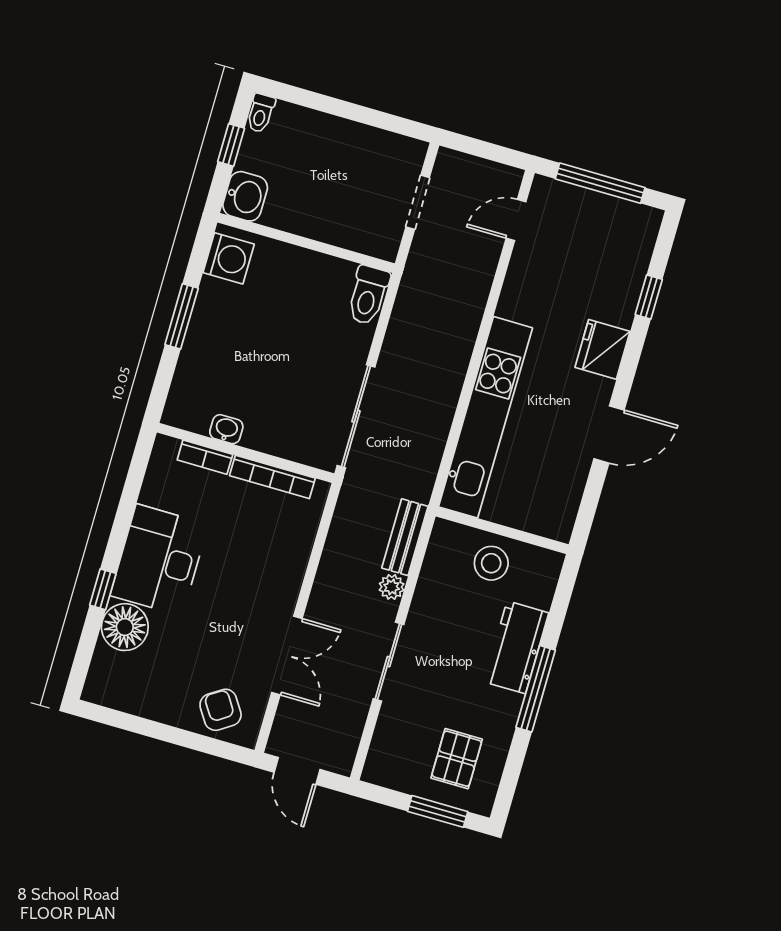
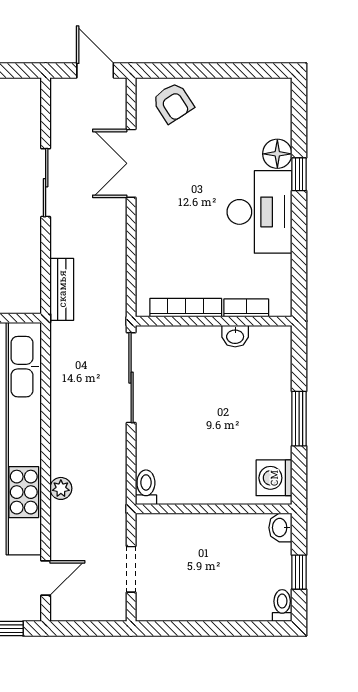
washbasin: (245, 196) -> (280, 528), width x0.72, depth x0.69
toilet: (368, 295) -> (146, 487), width x0.73, depth x0.72
kitchen unit: (485, 417) -> (24, 439), width x1.36
plant: (392, 587) -> (61, 488), moved
floor lamp: (125, 627) -> (277, 154), width x0.73, depth x0.73

